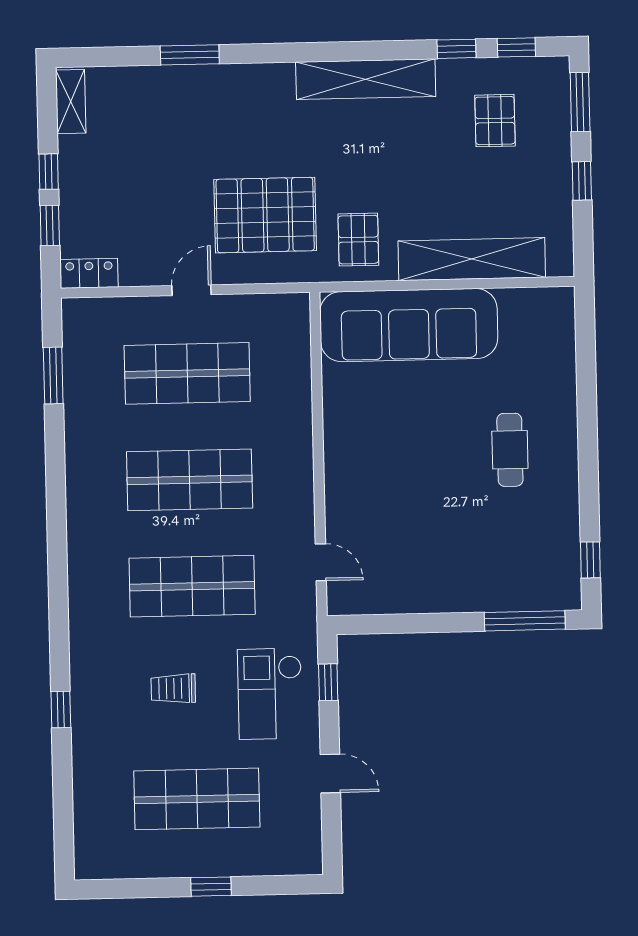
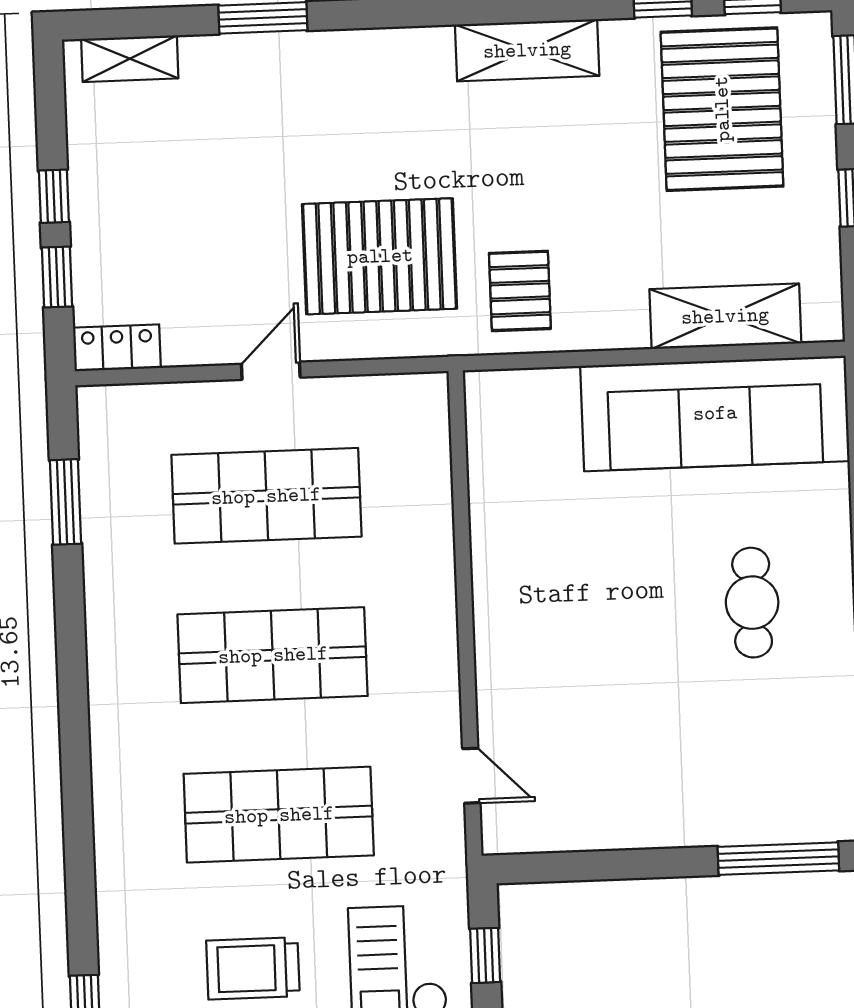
shelving: (366, 79) -> (527, 50), width x0.68
shelving: (71, 102) -> (130, 59), moved, turned 90
pallet: (495, 121) -> (722, 109), width x2.05, depth x2.00
shelving: (472, 259) -> (725, 316), width x0.68
sofa: (409, 325) -> (715, 413), moved
trolley: (173, 689) -> (253, 968), width x1.36, depth x1.39

